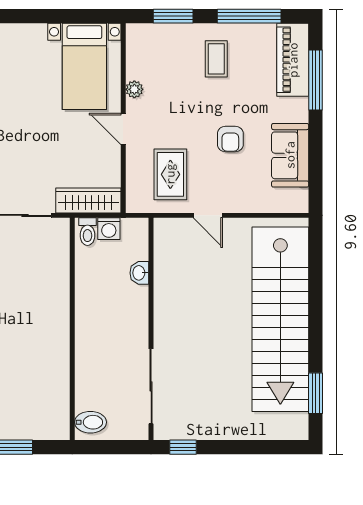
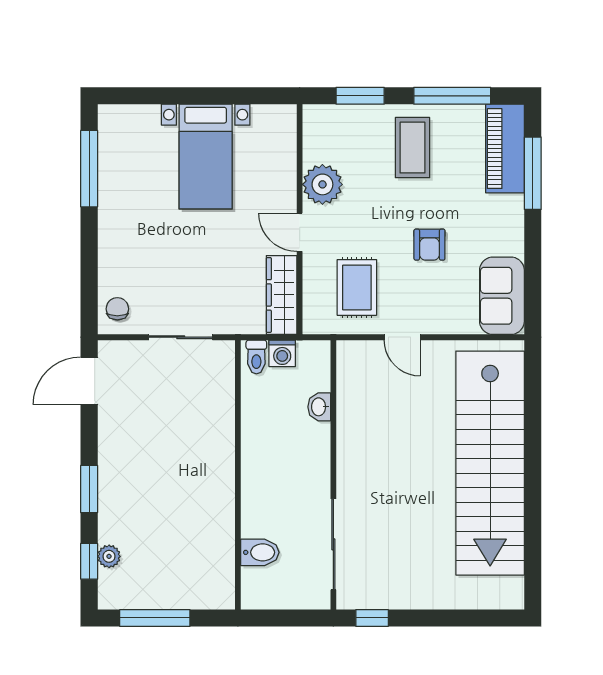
coffee table: (216, 59) -> (413, 148), width x1.36, depth x1.30
bed with nightstands: (84, 66) -> (206, 157), moved
plant: (134, 89) -> (322, 184), width x1.88, depth x1.88
sofa: (290, 155) -> (502, 296), moved
wardrobe: (88, 201) -> (282, 295), moved, turned -90
window: (316, 393) -> (533, 553), removed
bidet: (90, 422) -> (260, 552), moved

